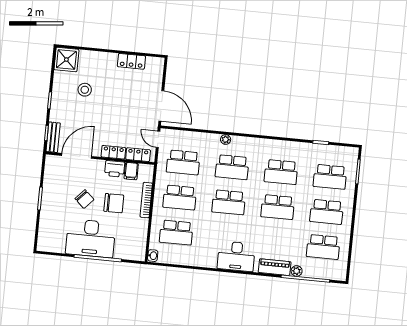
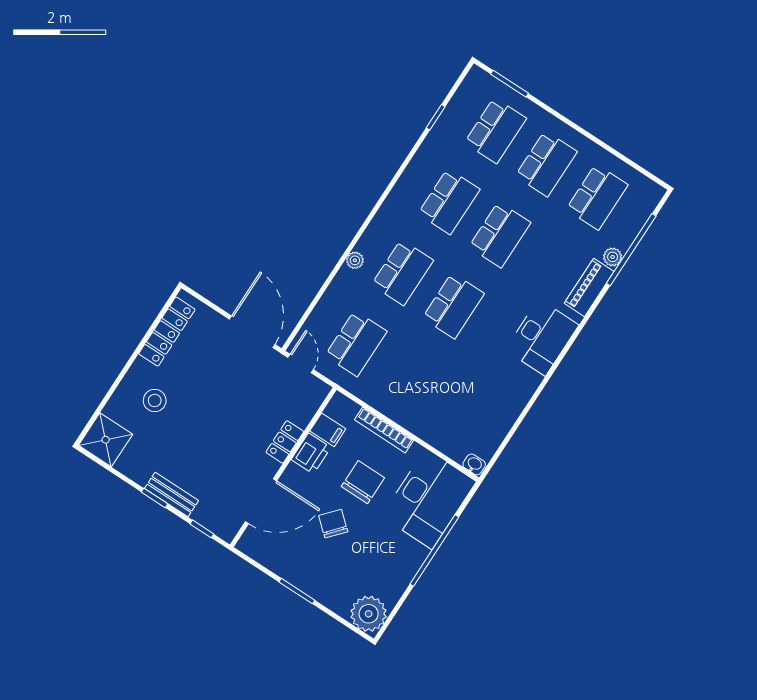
locker: (131, 61) -> (167, 332), width x1.53
stool: (85, 90) -> (155, 401), moved
door: (161, 106) -> (252, 332), hinge flipped
bench: (53, 137) -> (172, 495), moved
door: (158, 139) -> (301, 363), swing flipped
locker: (138, 155) -> (308, 406), removed
door: (77, 156) -> (261, 501), swing flipped
school desk: (180, 197) -> (407, 377), removed
chair: (84, 199) -> (333, 524), turned -92
school desk: (176, 233) -> (458, 410), removed
desk: (91, 238) -> (429, 499), moved
plant: (48, 241) -> (369, 614), added

